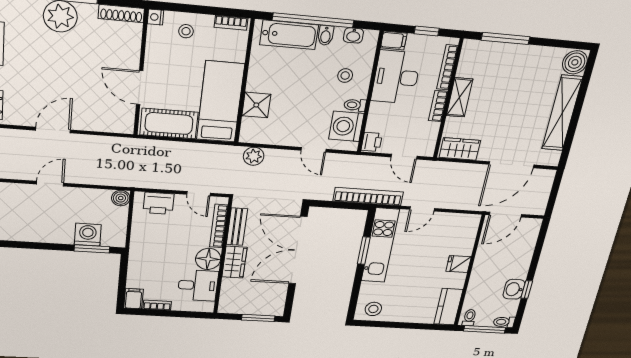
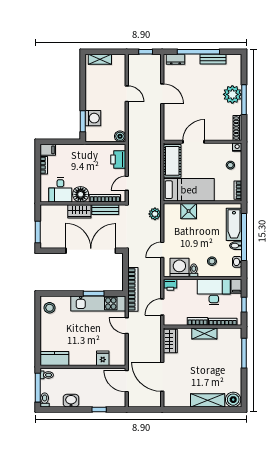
shelving: (562, 113) -> (208, 400), width x0.68
fridge: (459, 264) -> (103, 358), moved
window: (527, 290) -> (99, 410), moved

